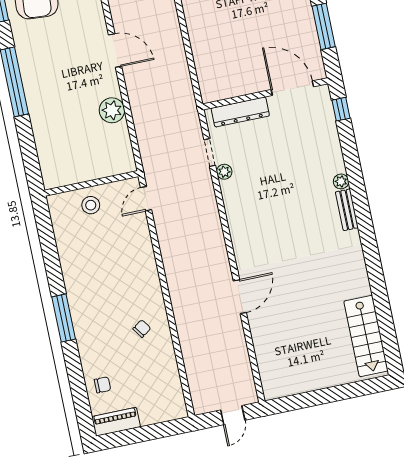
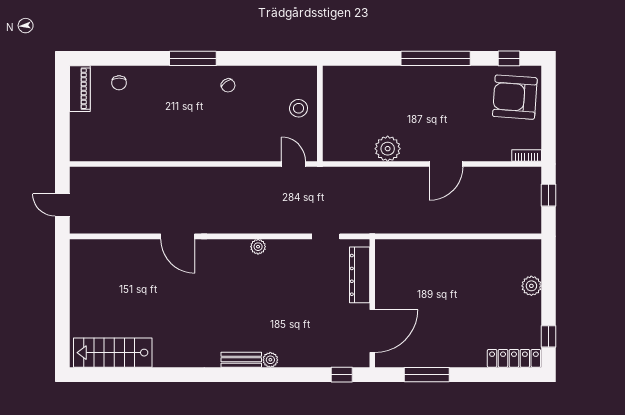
plant: (224, 172) -> (258, 247), moved
chair: (142, 329) -> (228, 85), moved

